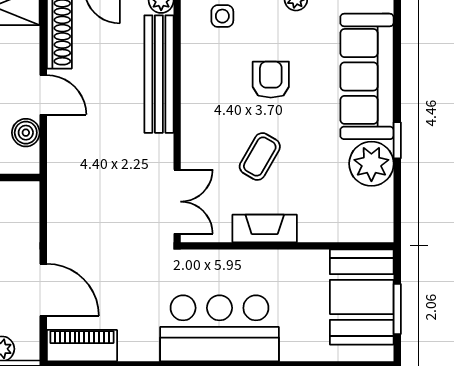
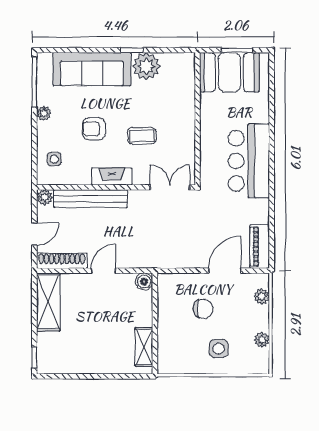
boiler: (26, 133) -> (144, 282), moved
coffee table: (260, 157) -> (142, 136), turned -30
fireplace: (265, 229) -> (112, 177), moved, turned 90

